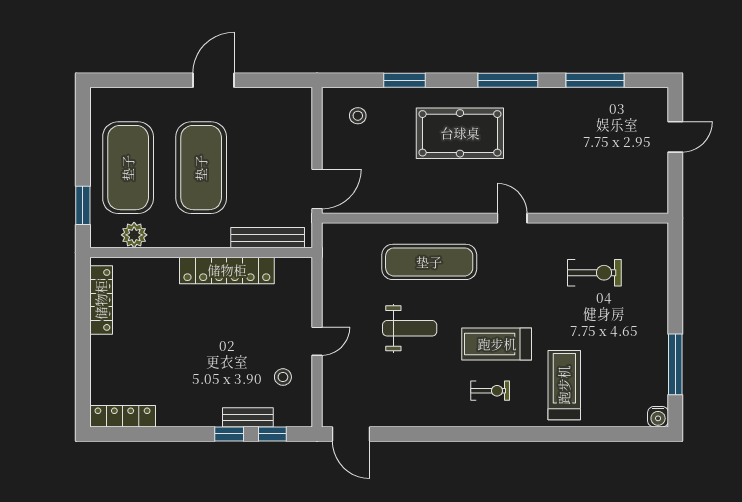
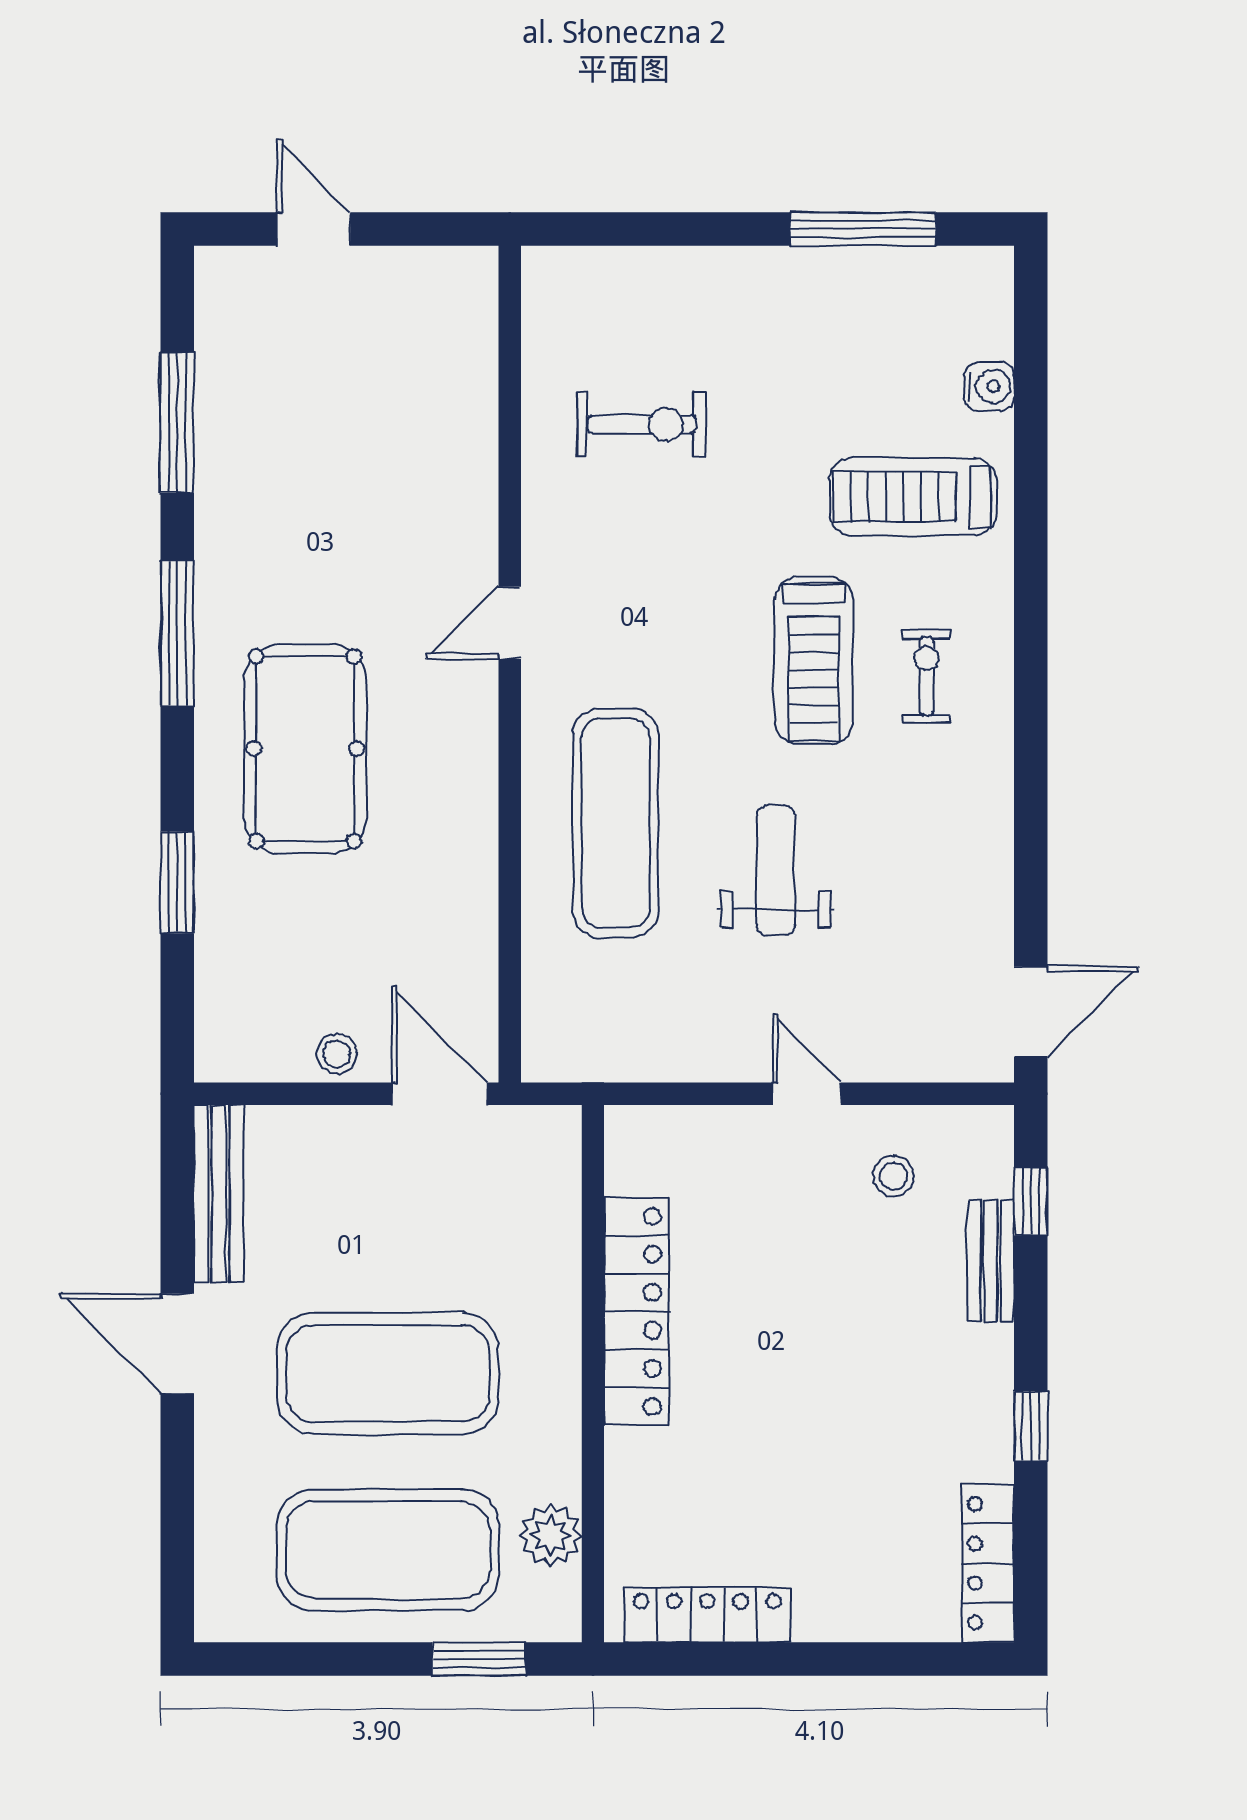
stool: (358, 116) -> (337, 1054), moved
bench: (268, 238) -> (219, 1194), moved
exercise bike: (594, 273) -> (642, 424), turned 90
water cooler: (658, 417) -> (989, 386), moved
window: (229, 434) -> (1031, 1426), moved

